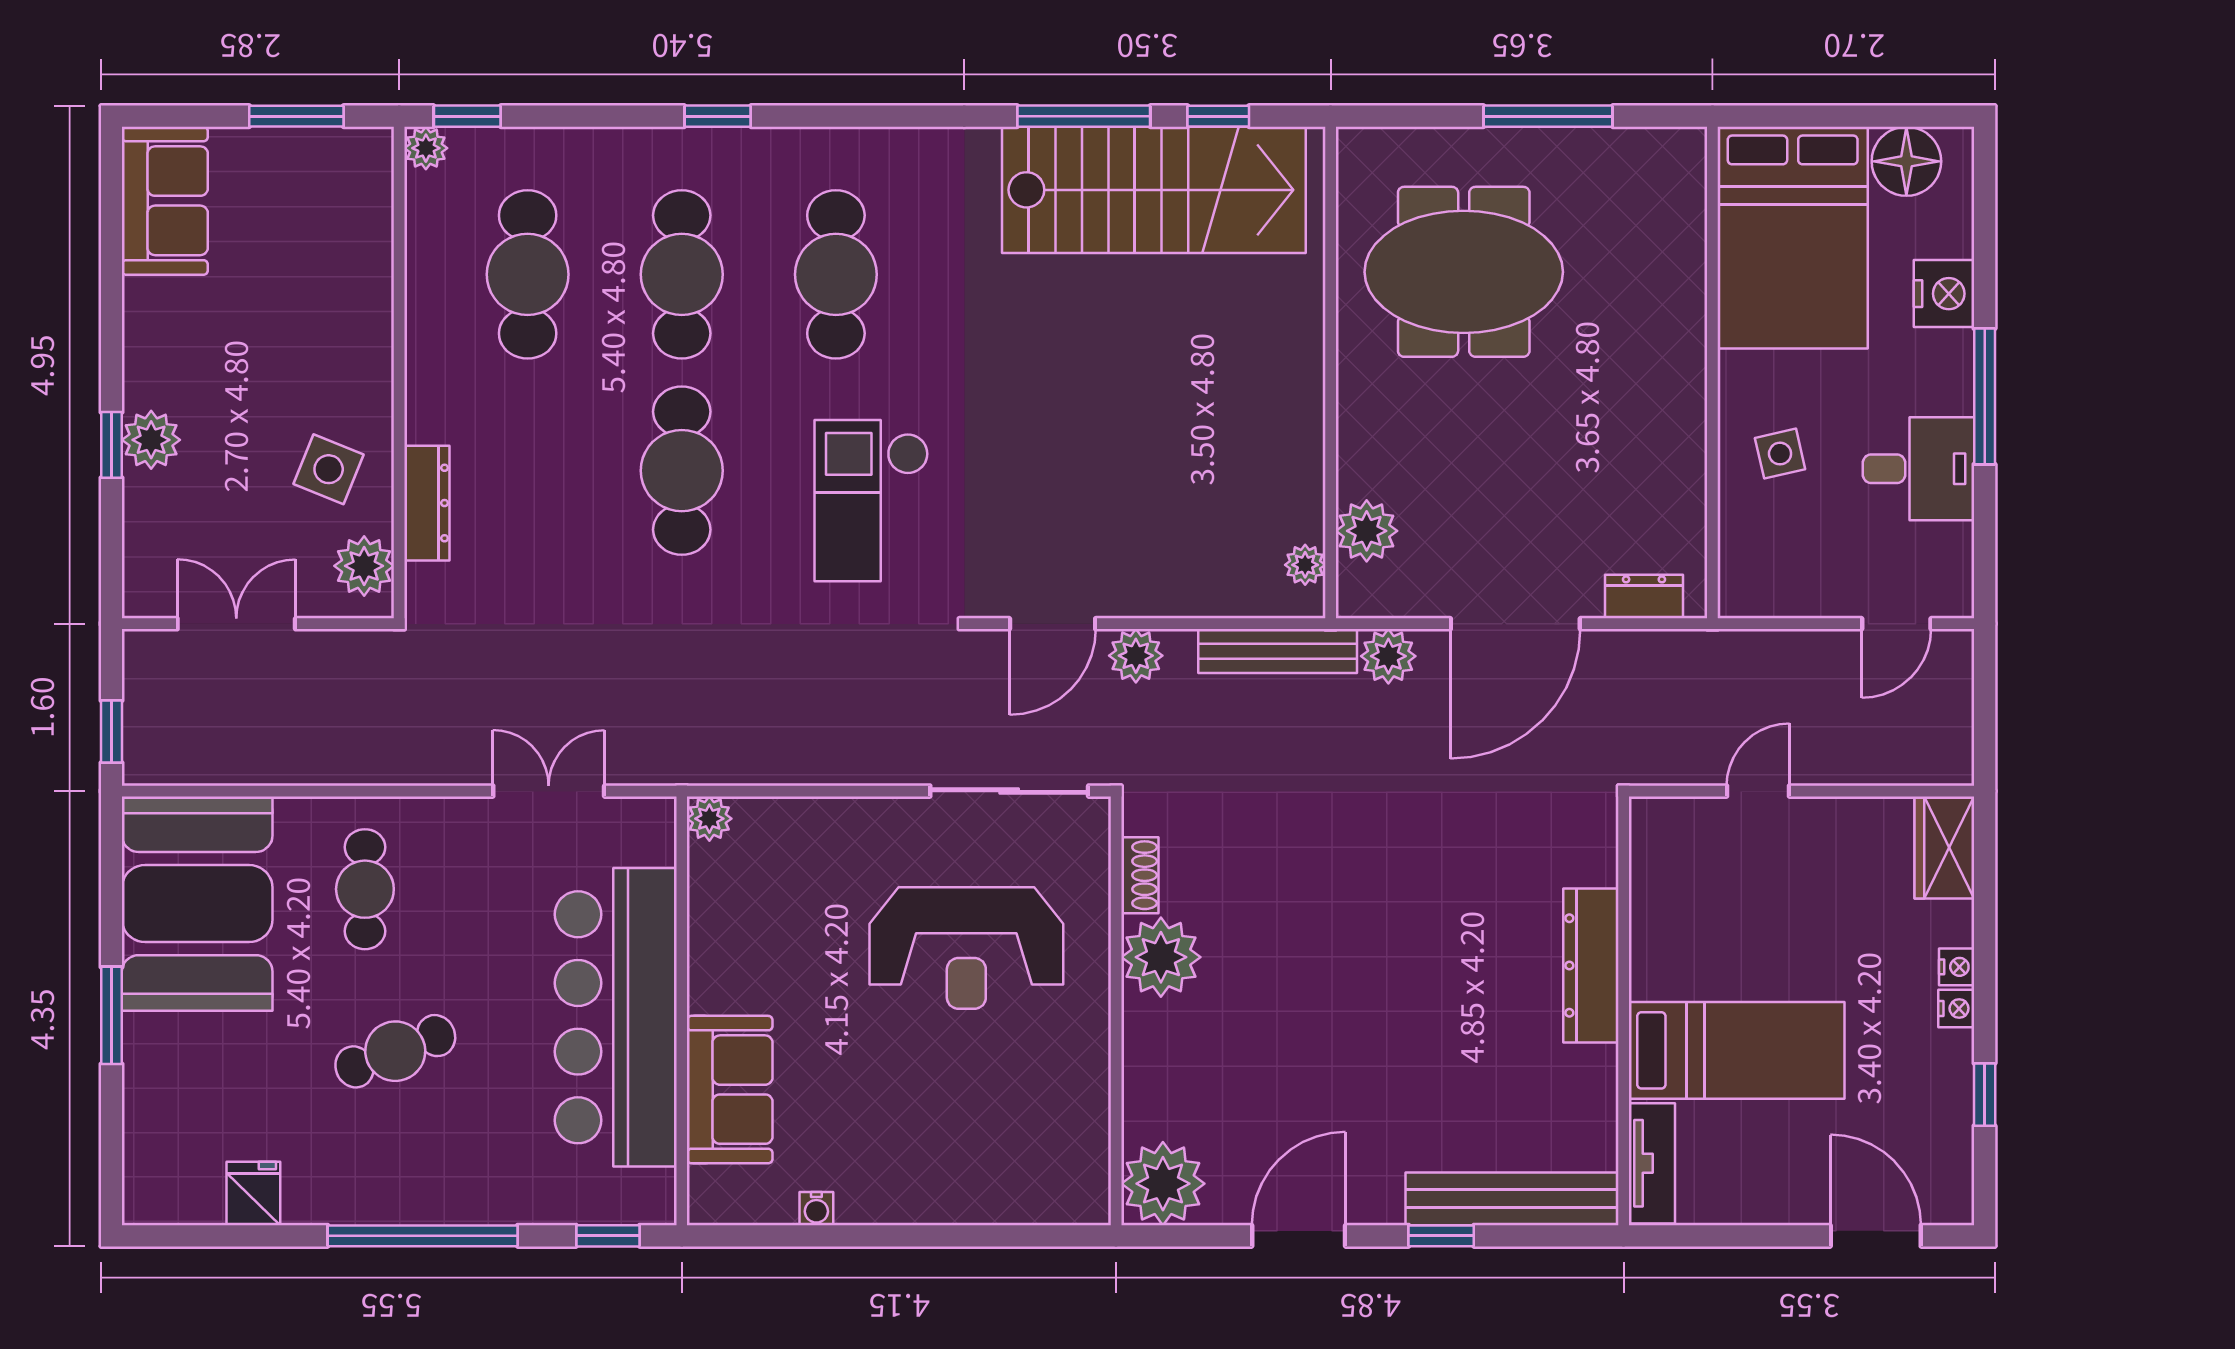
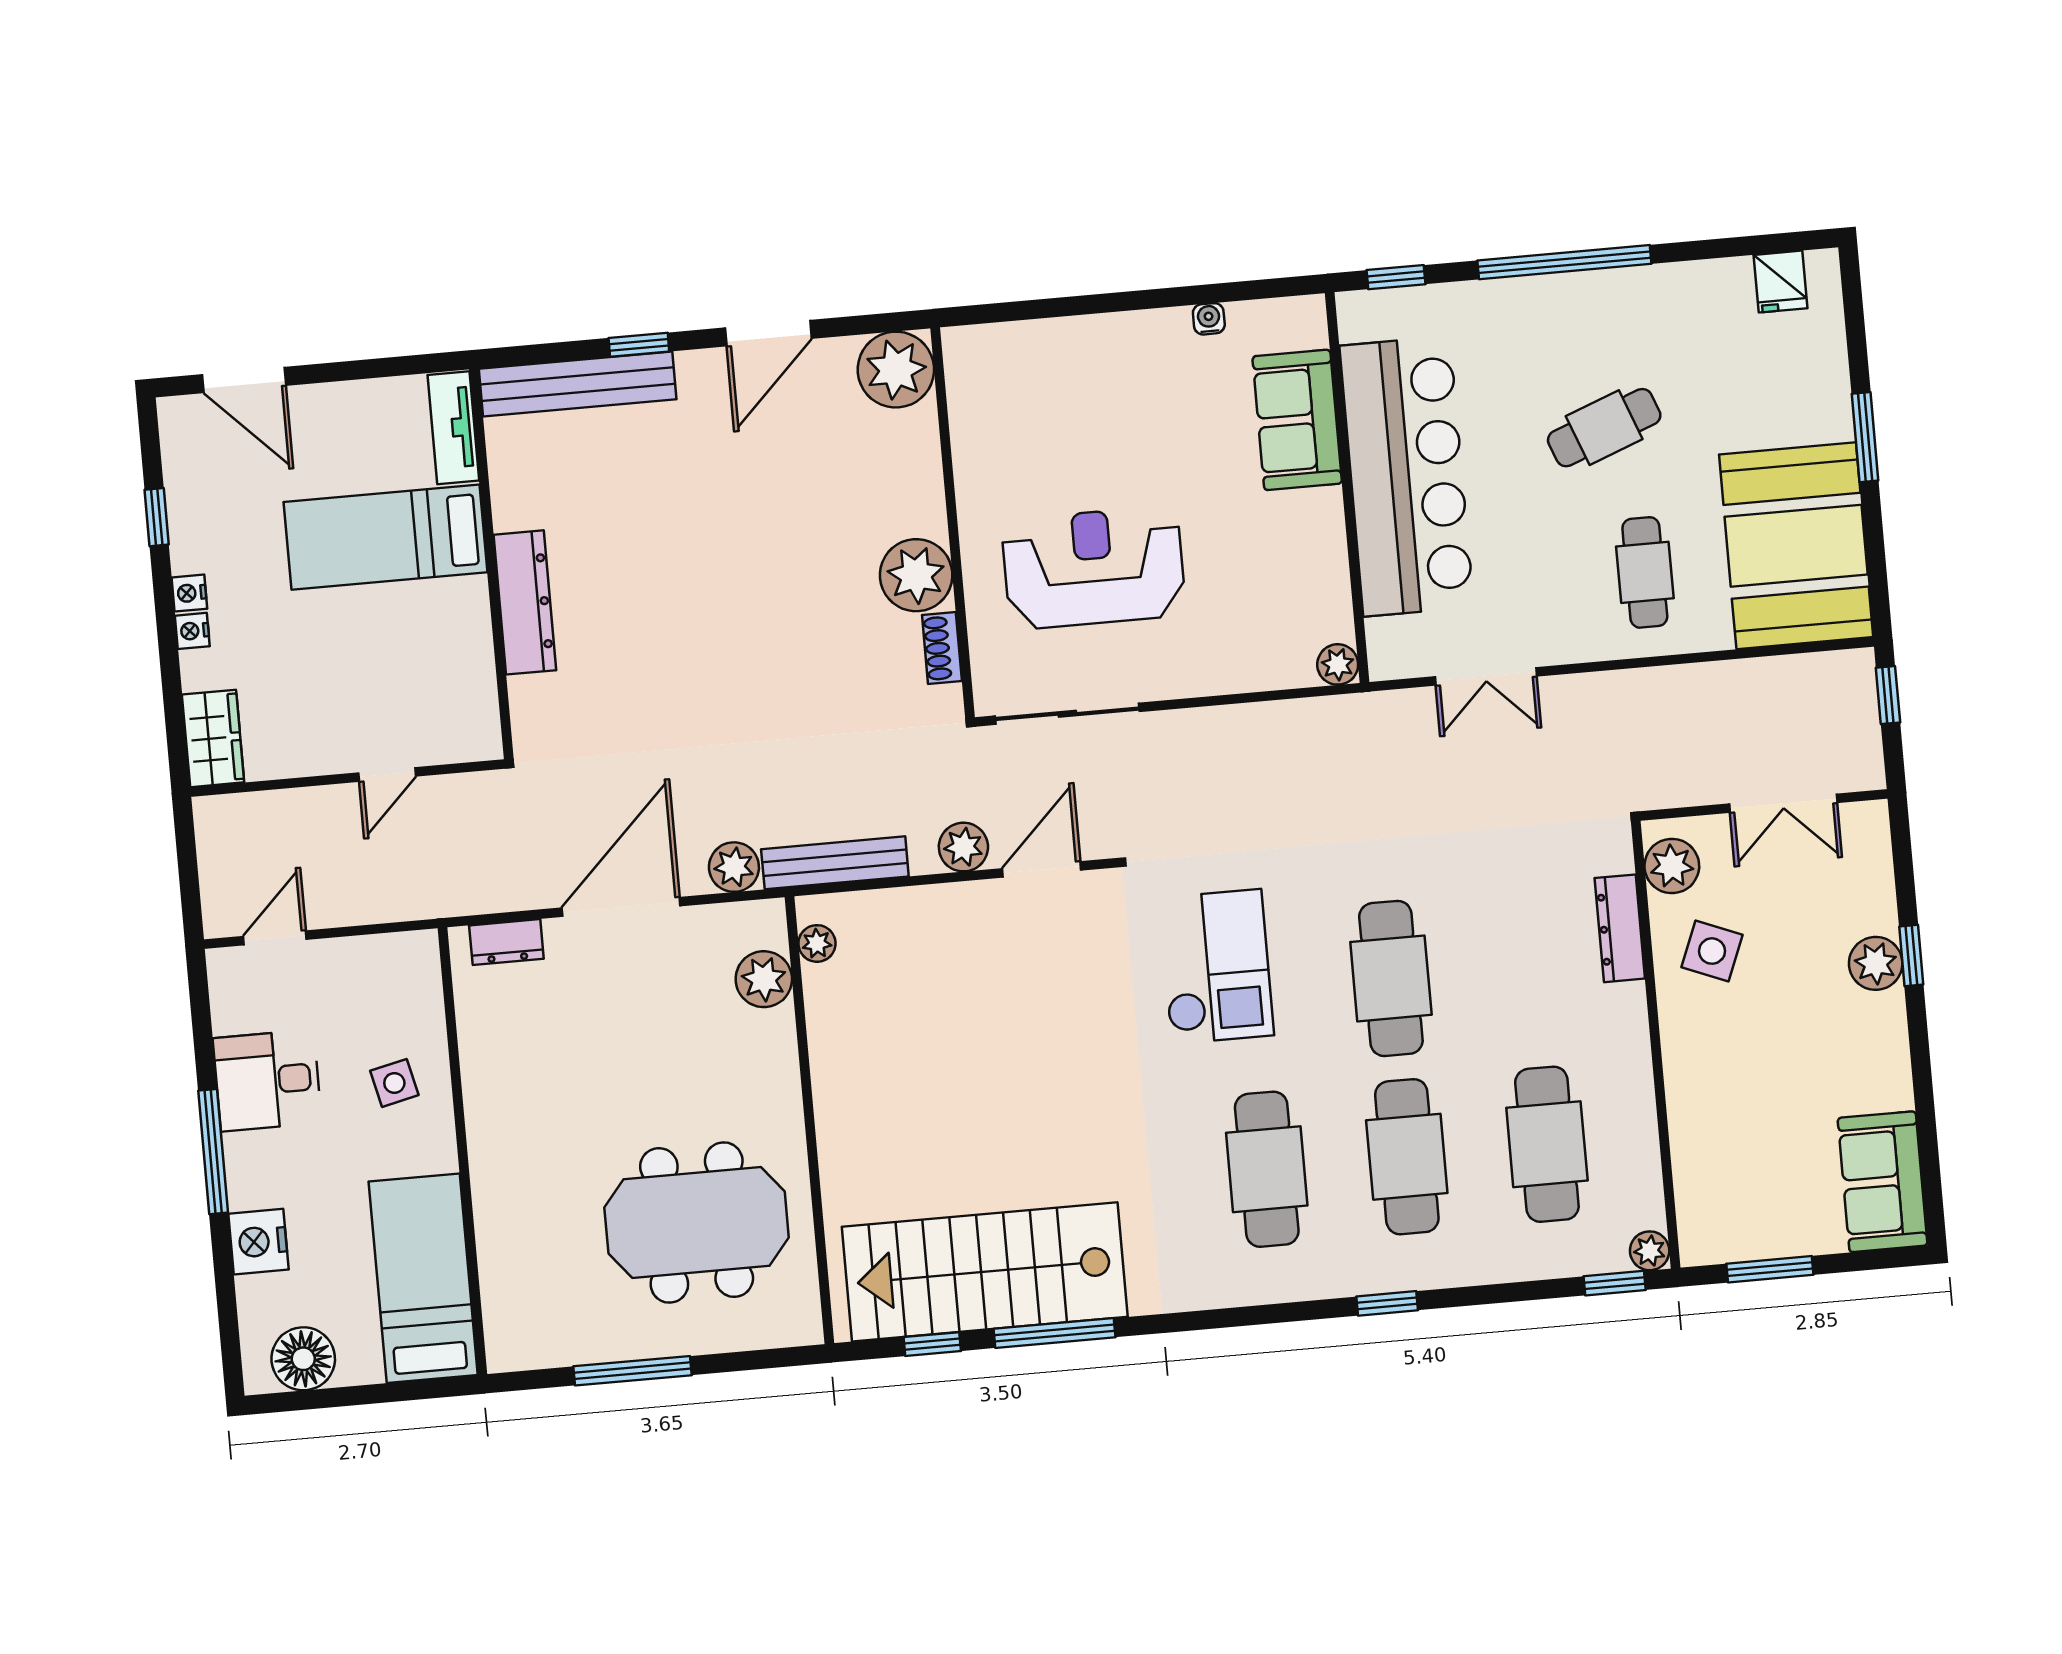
bed: (1793, 238) -> (423, 1278), width x0.67
fridge: (253, 1193) -> (1781, 282), moved

